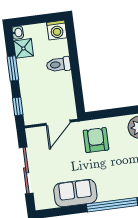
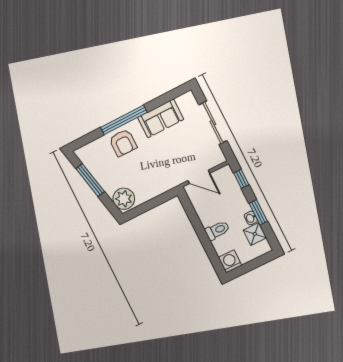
washbasin: (18, 33) -> (251, 218), moved
door: (58, 123) -> (199, 177), swing flipped
armchair: (96, 140) -> (123, 143), moved

